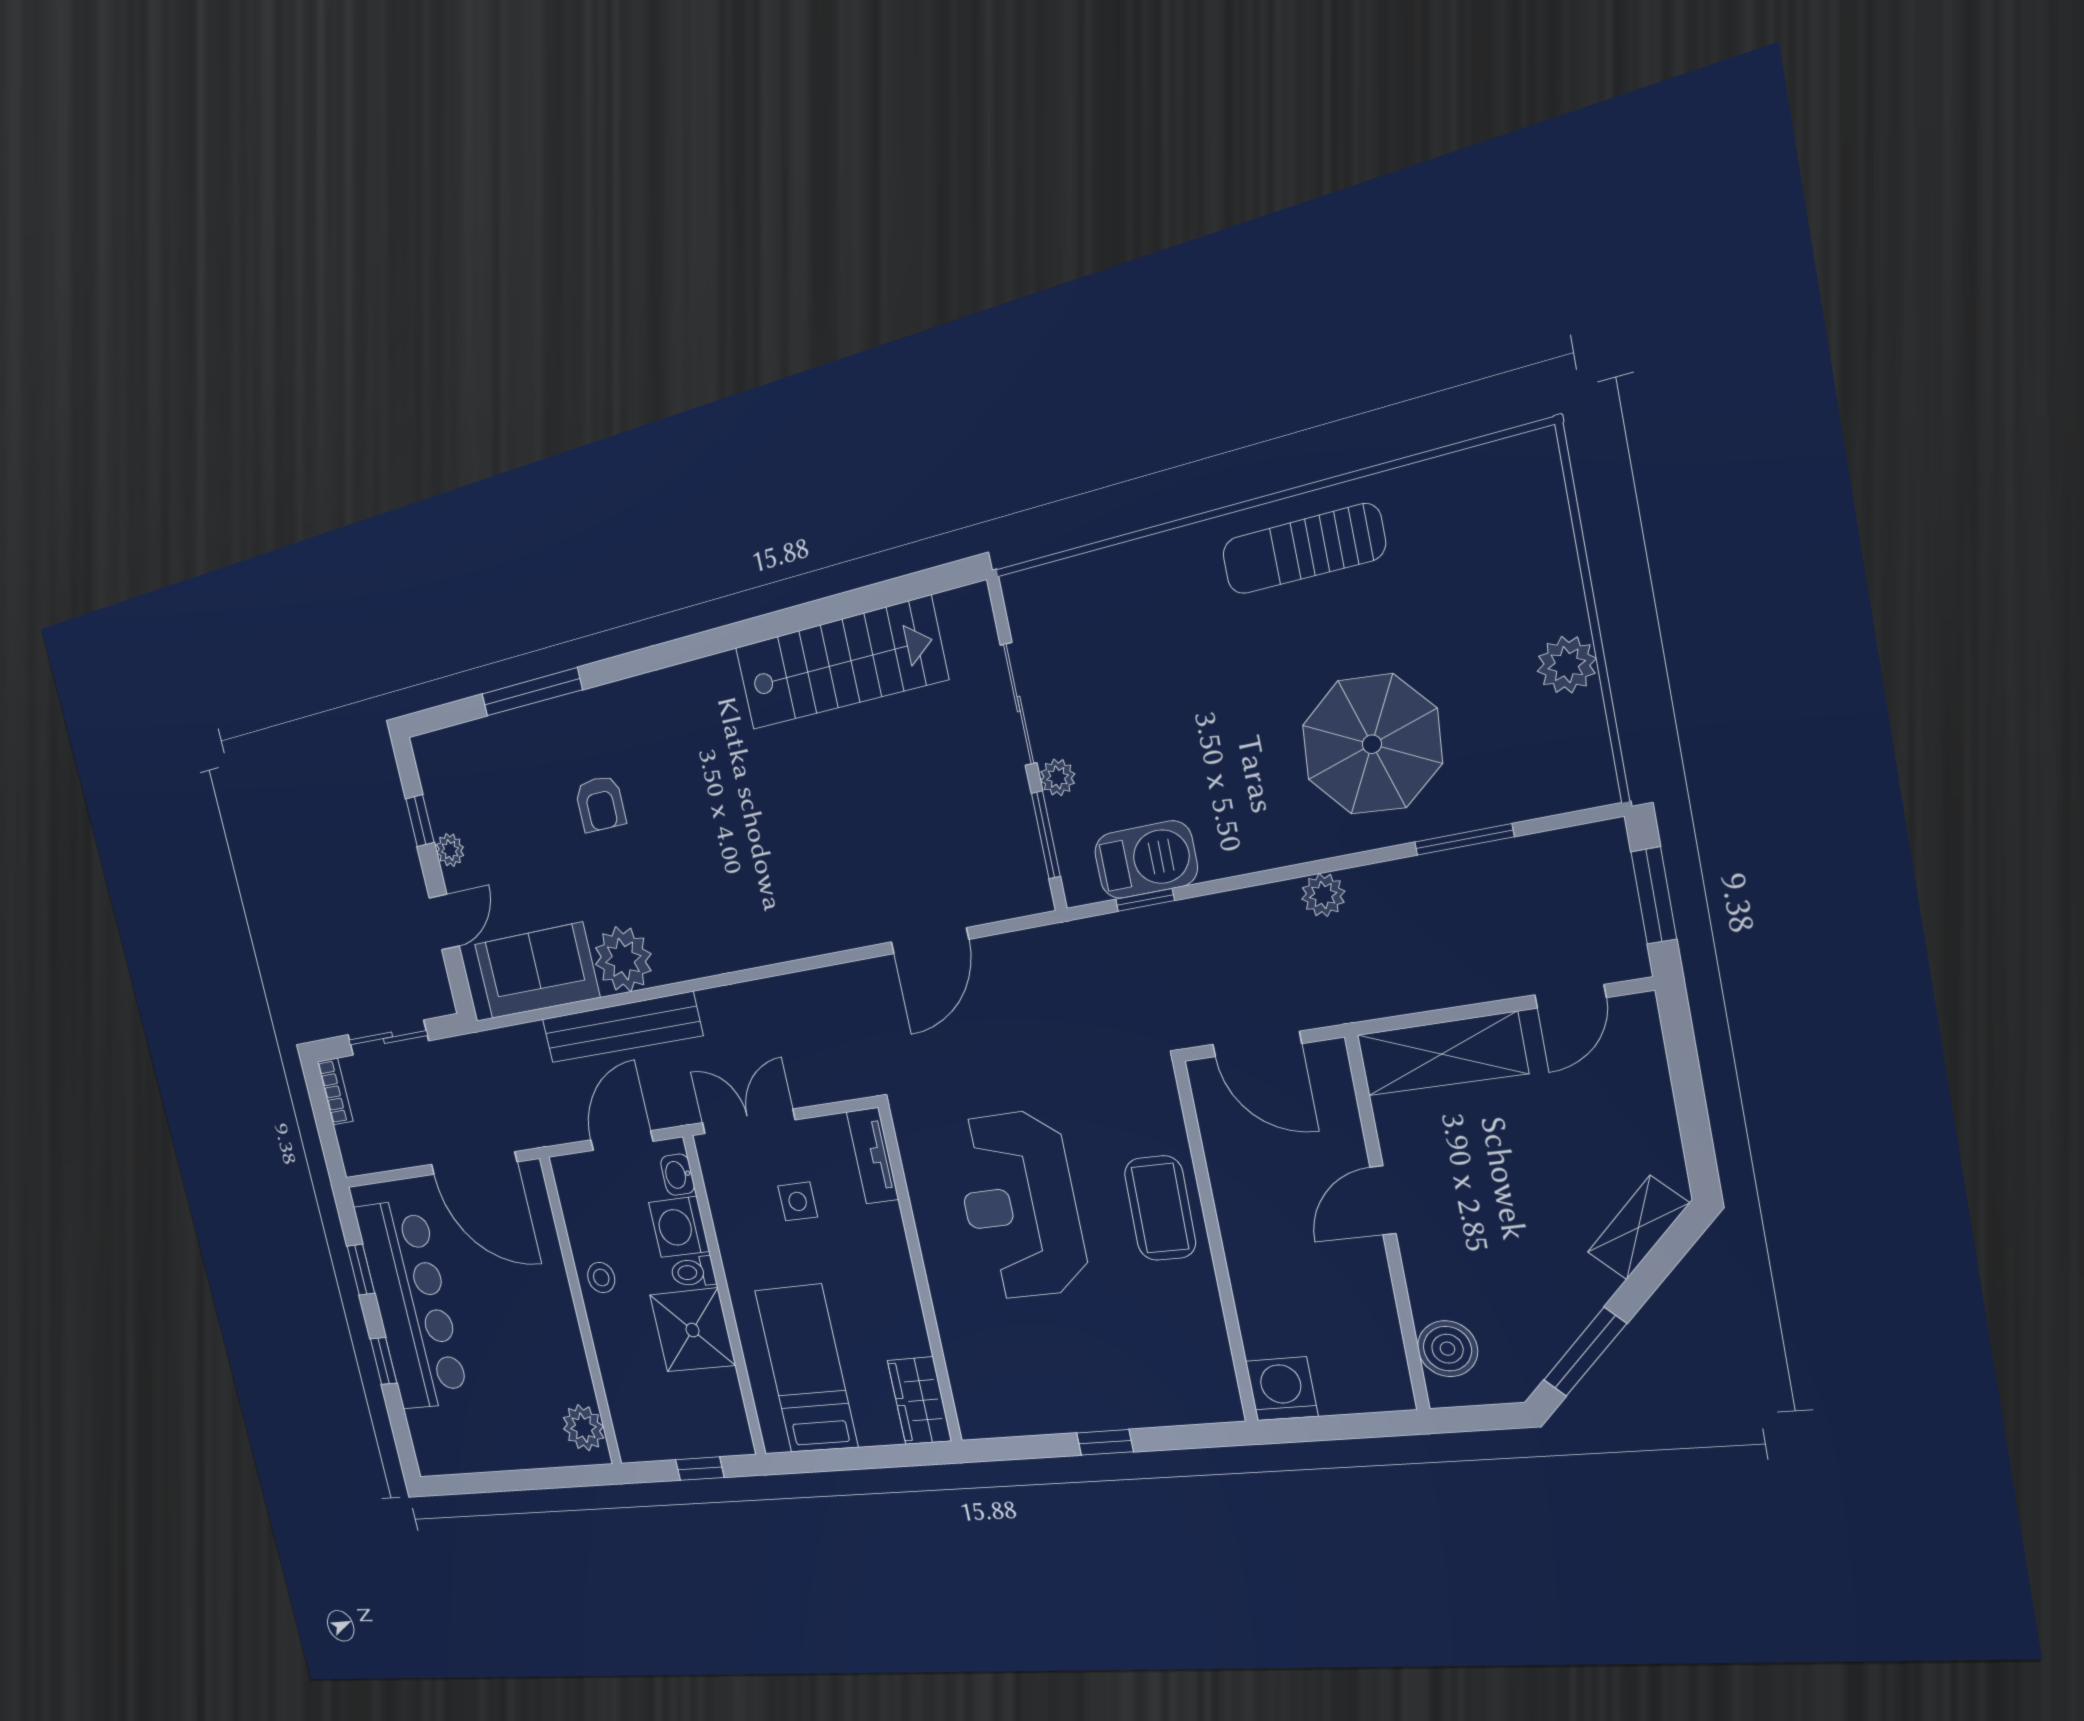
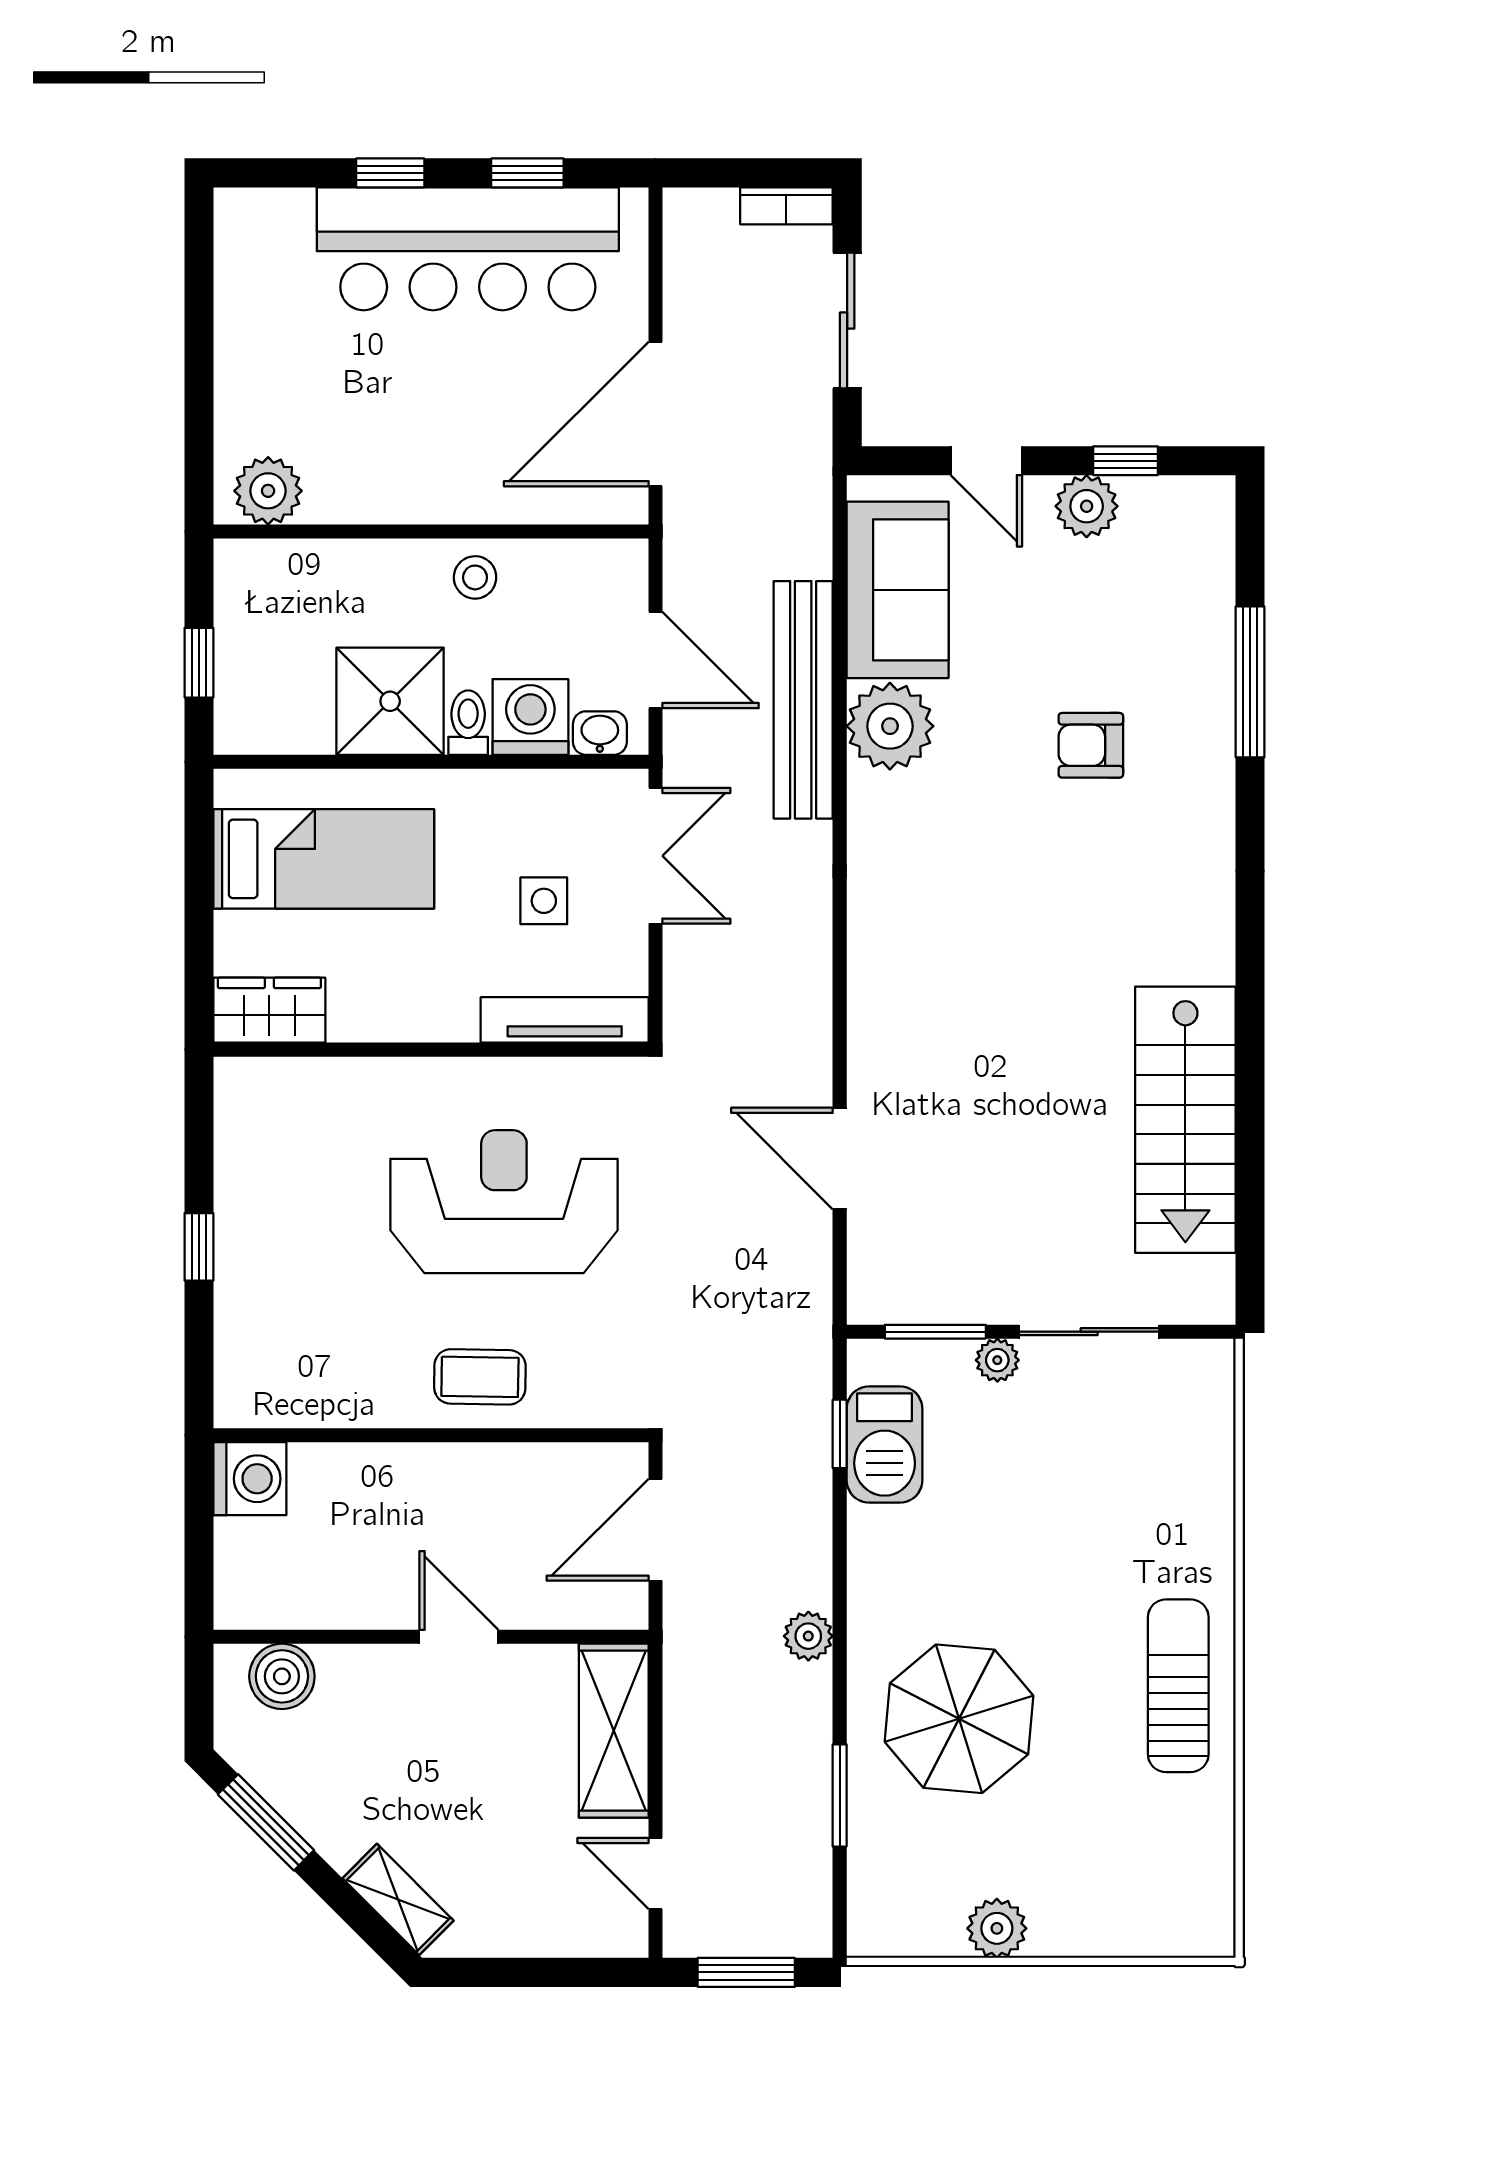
plant: (450, 850) -> (1087, 506), width x1.38, depth x1.38
tv unit: (873, 1156) -> (565, 1020), width x1.41
coffee table: (1160, 1208) -> (480, 1377), width x0.73, depth x0.77

